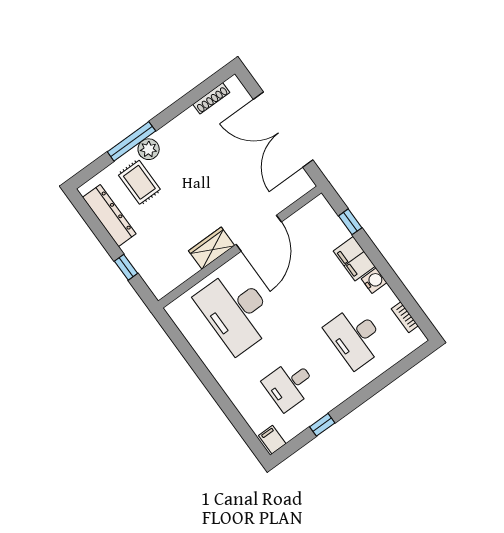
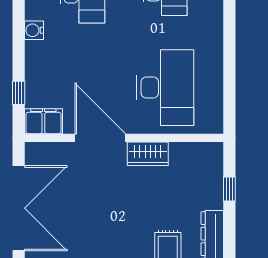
door: (259, 233) -> (100, 138), hinge flipped
filing cabinet: (354, 259) -> (43, 121), moved, turned -90

